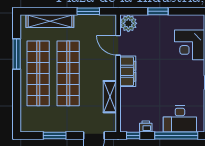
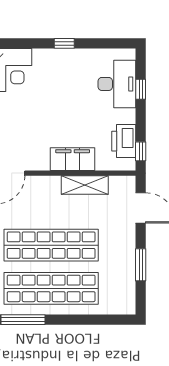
filing cabinet: (128, 71) -> (73, 159), moved
printer: (146, 126) -> (124, 141), width x1.87, depth x1.48
window: (176, 135) -> (141, 89), width x0.32

